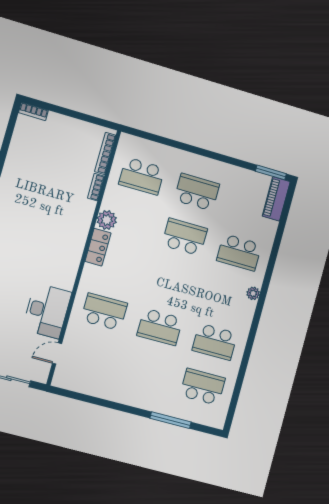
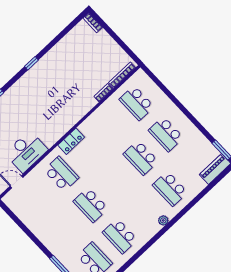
school desk: (197, 192) -> (166, 134), turned 180
plant: (107, 220) -> (98, 117), removed
school desk: (185, 237) -> (141, 158), turned 180
locker: (98, 247) -> (71, 141), moved

